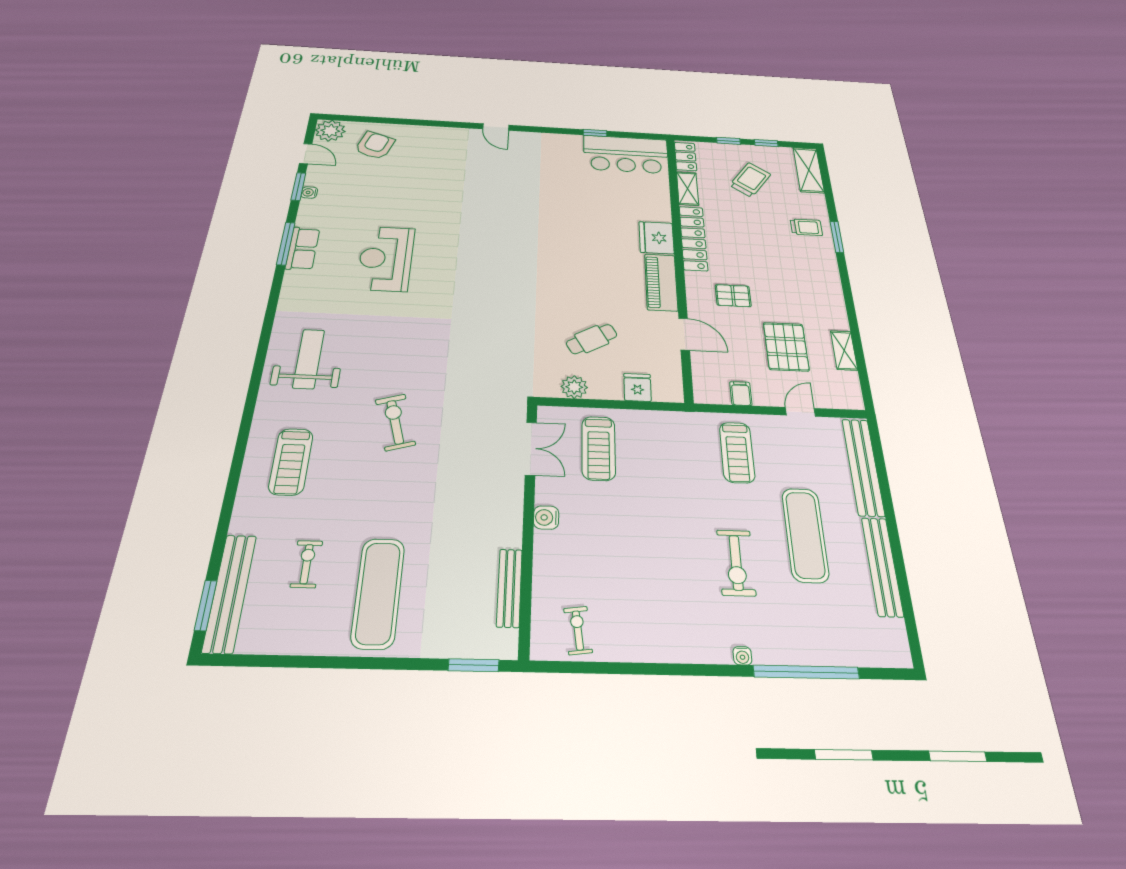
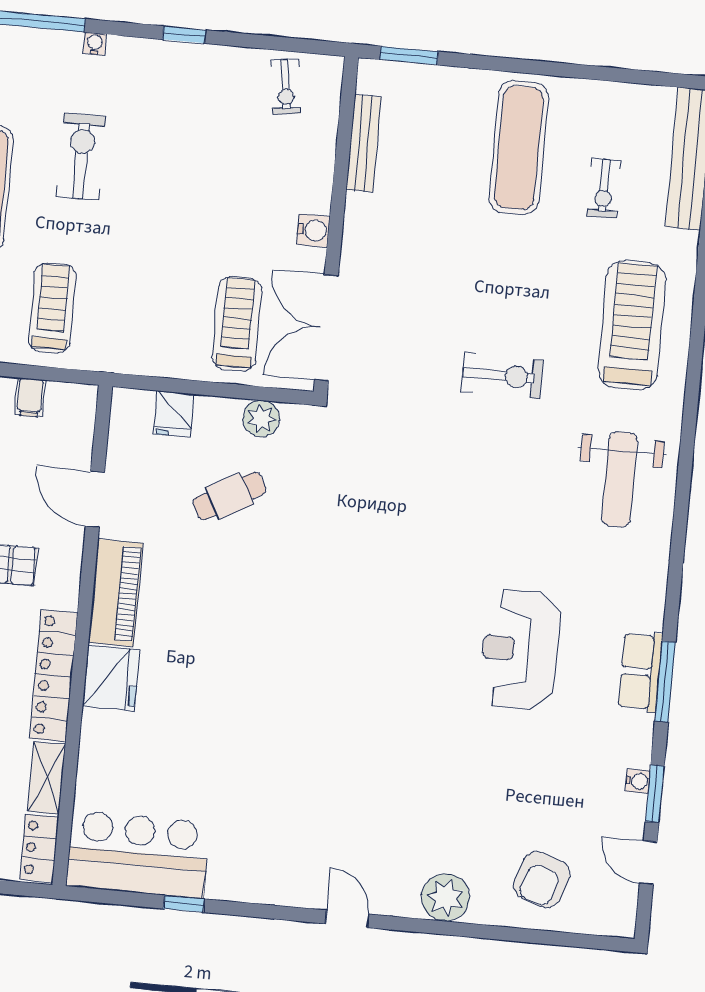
plant: (330, 131) -> (446, 897), moved
reception desk: (386, 259) -> (520, 649), turned 180
exercise bike: (395, 422) -> (502, 376), turned -74
double door: (531, 448) -> (326, 328), width x1.37
treadmill: (291, 462) -> (632, 325), width x1.37, depth x1.38
window: (669, 669) -> (184, 35), added

